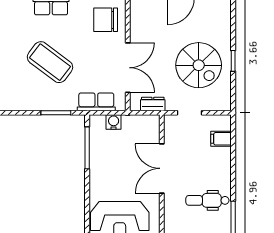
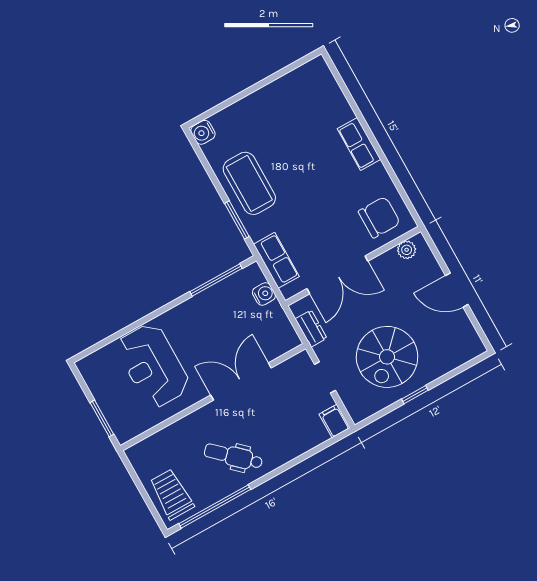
plant: (136, 14) -> (407, 250), added
chair: (106, 20) -> (379, 217), turned 90
coffee table: (50, 62) -> (249, 183), moved, turned -37
filing cabinet: (221, 139) -> (335, 421), moved
dental chair: (207, 200) -> (233, 456), turned -47

